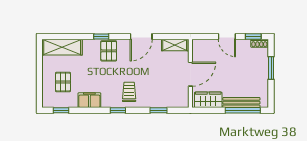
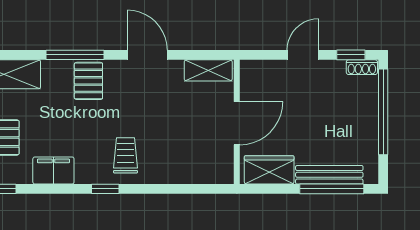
window: (101, 37) -> (75, 55), width x2.17
door: (141, 37) -> (147, 55), swing flipped
door: (227, 37) -> (303, 55), swing flipped
window: (271, 68) -> (383, 112), width x2.11
window: (159, 110) -> (179, 189), removed

